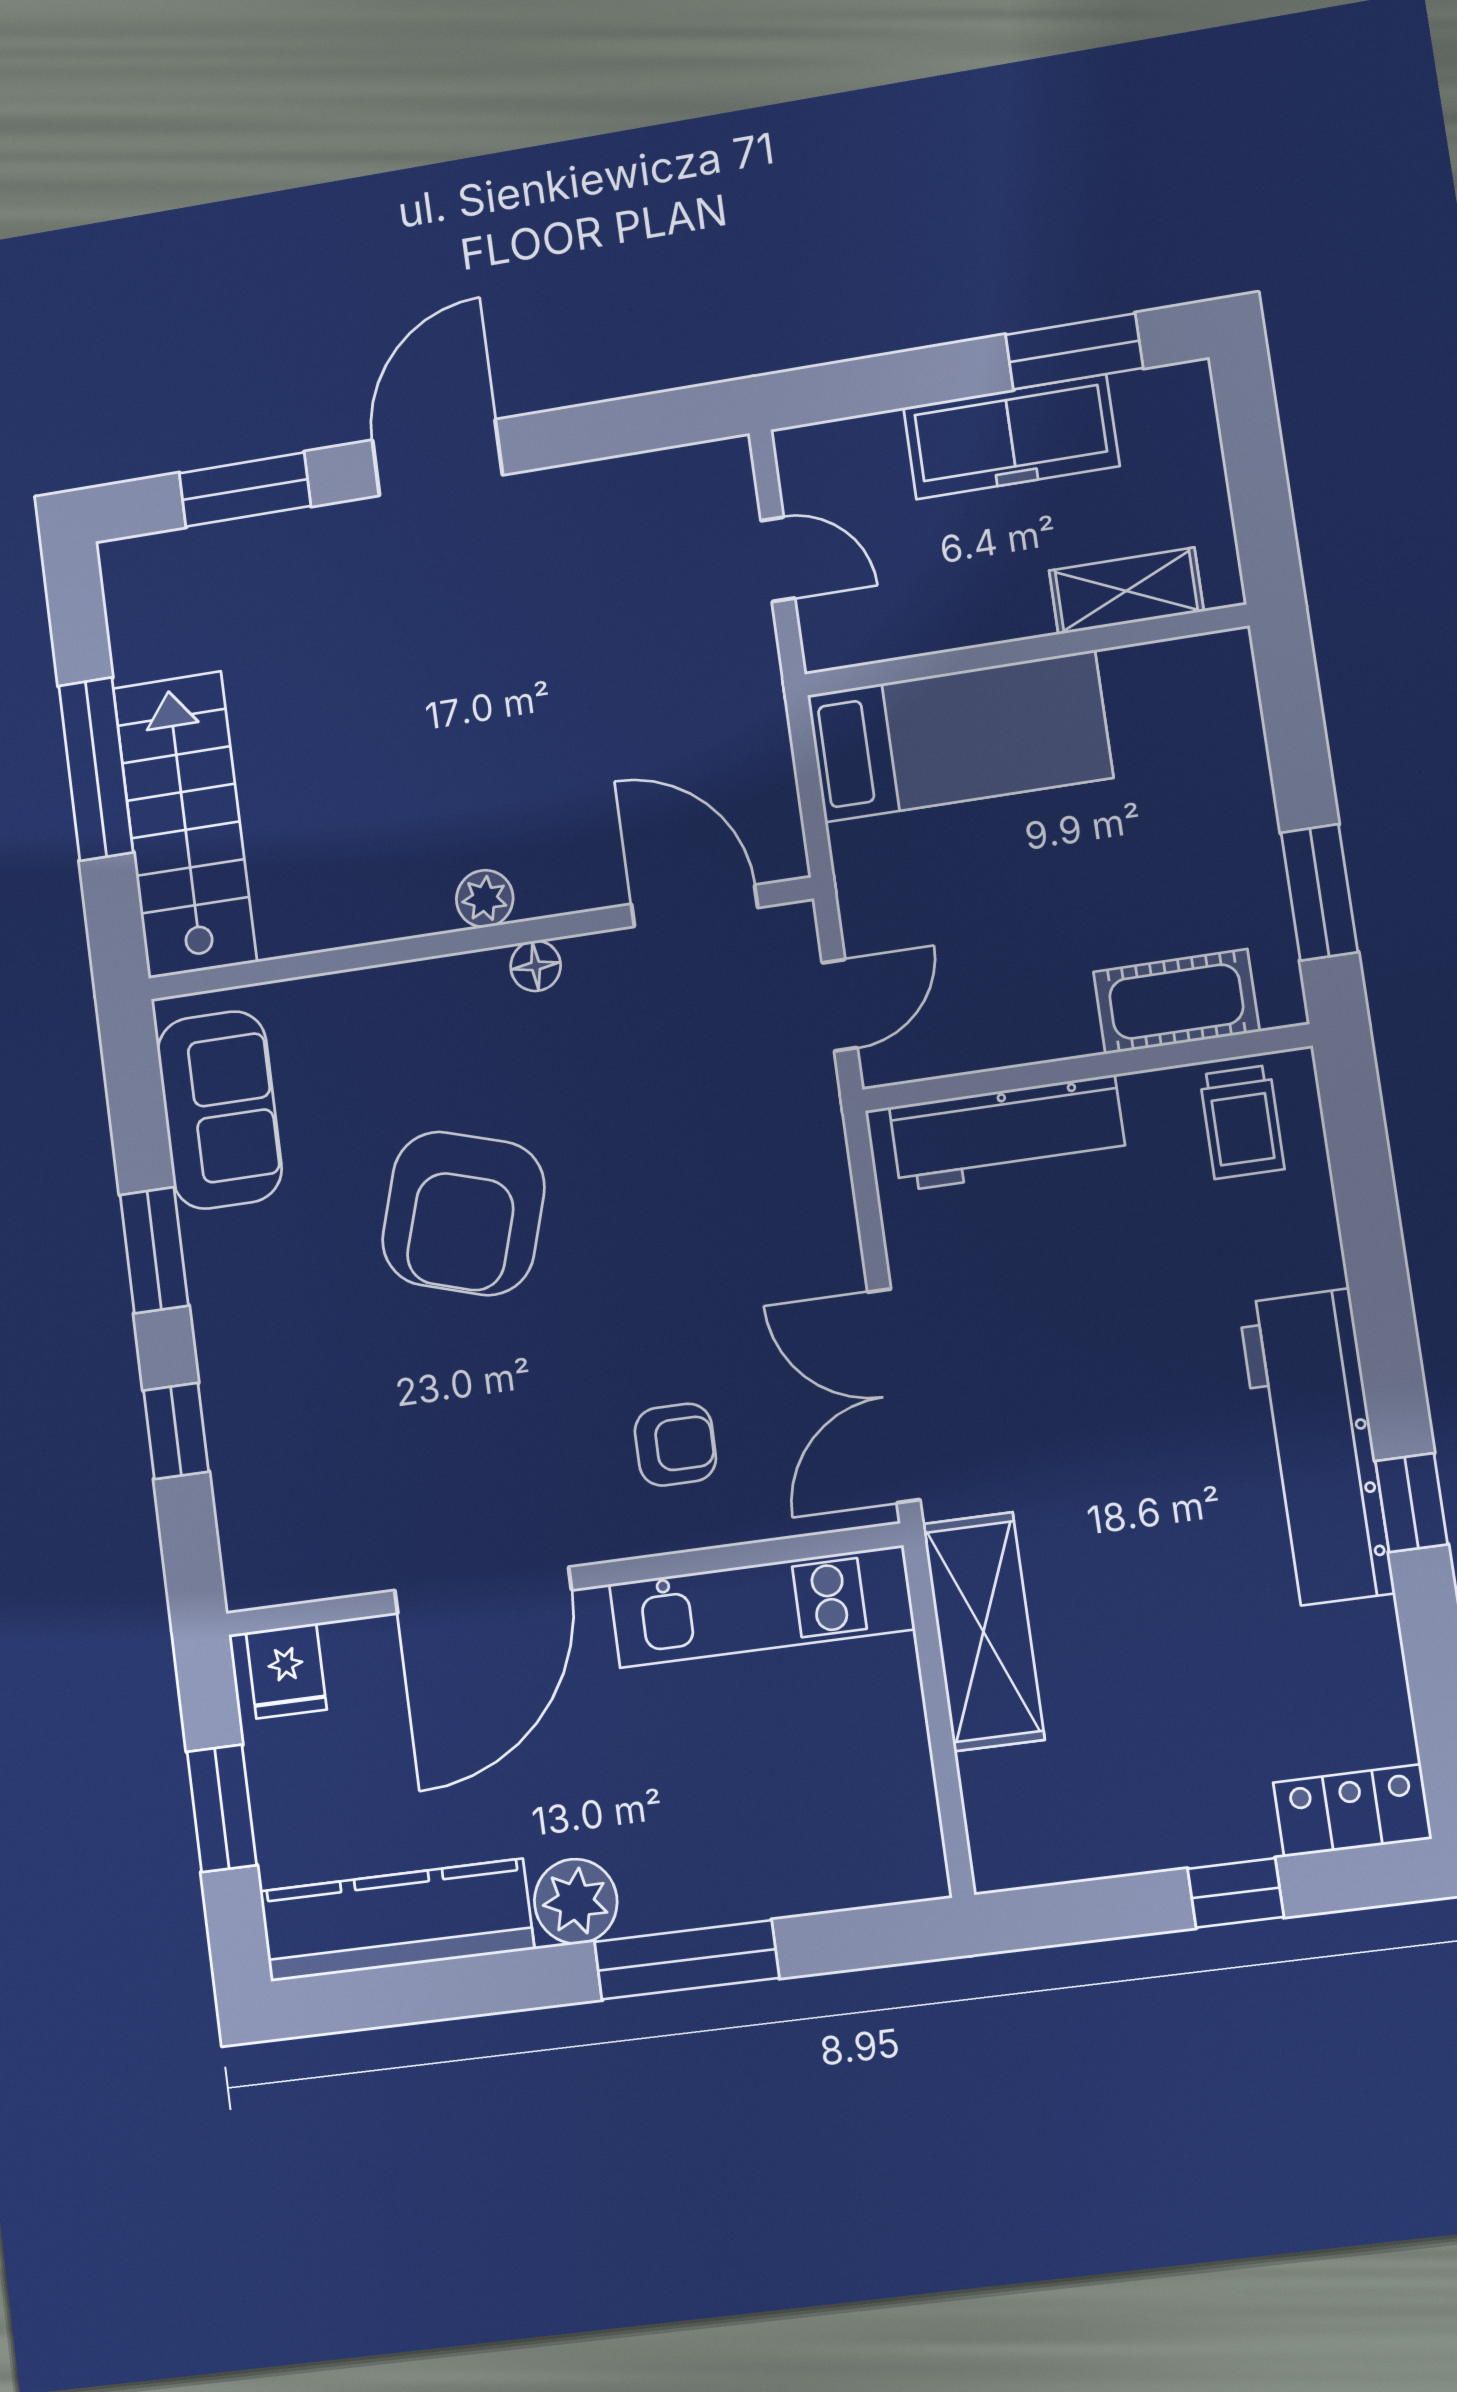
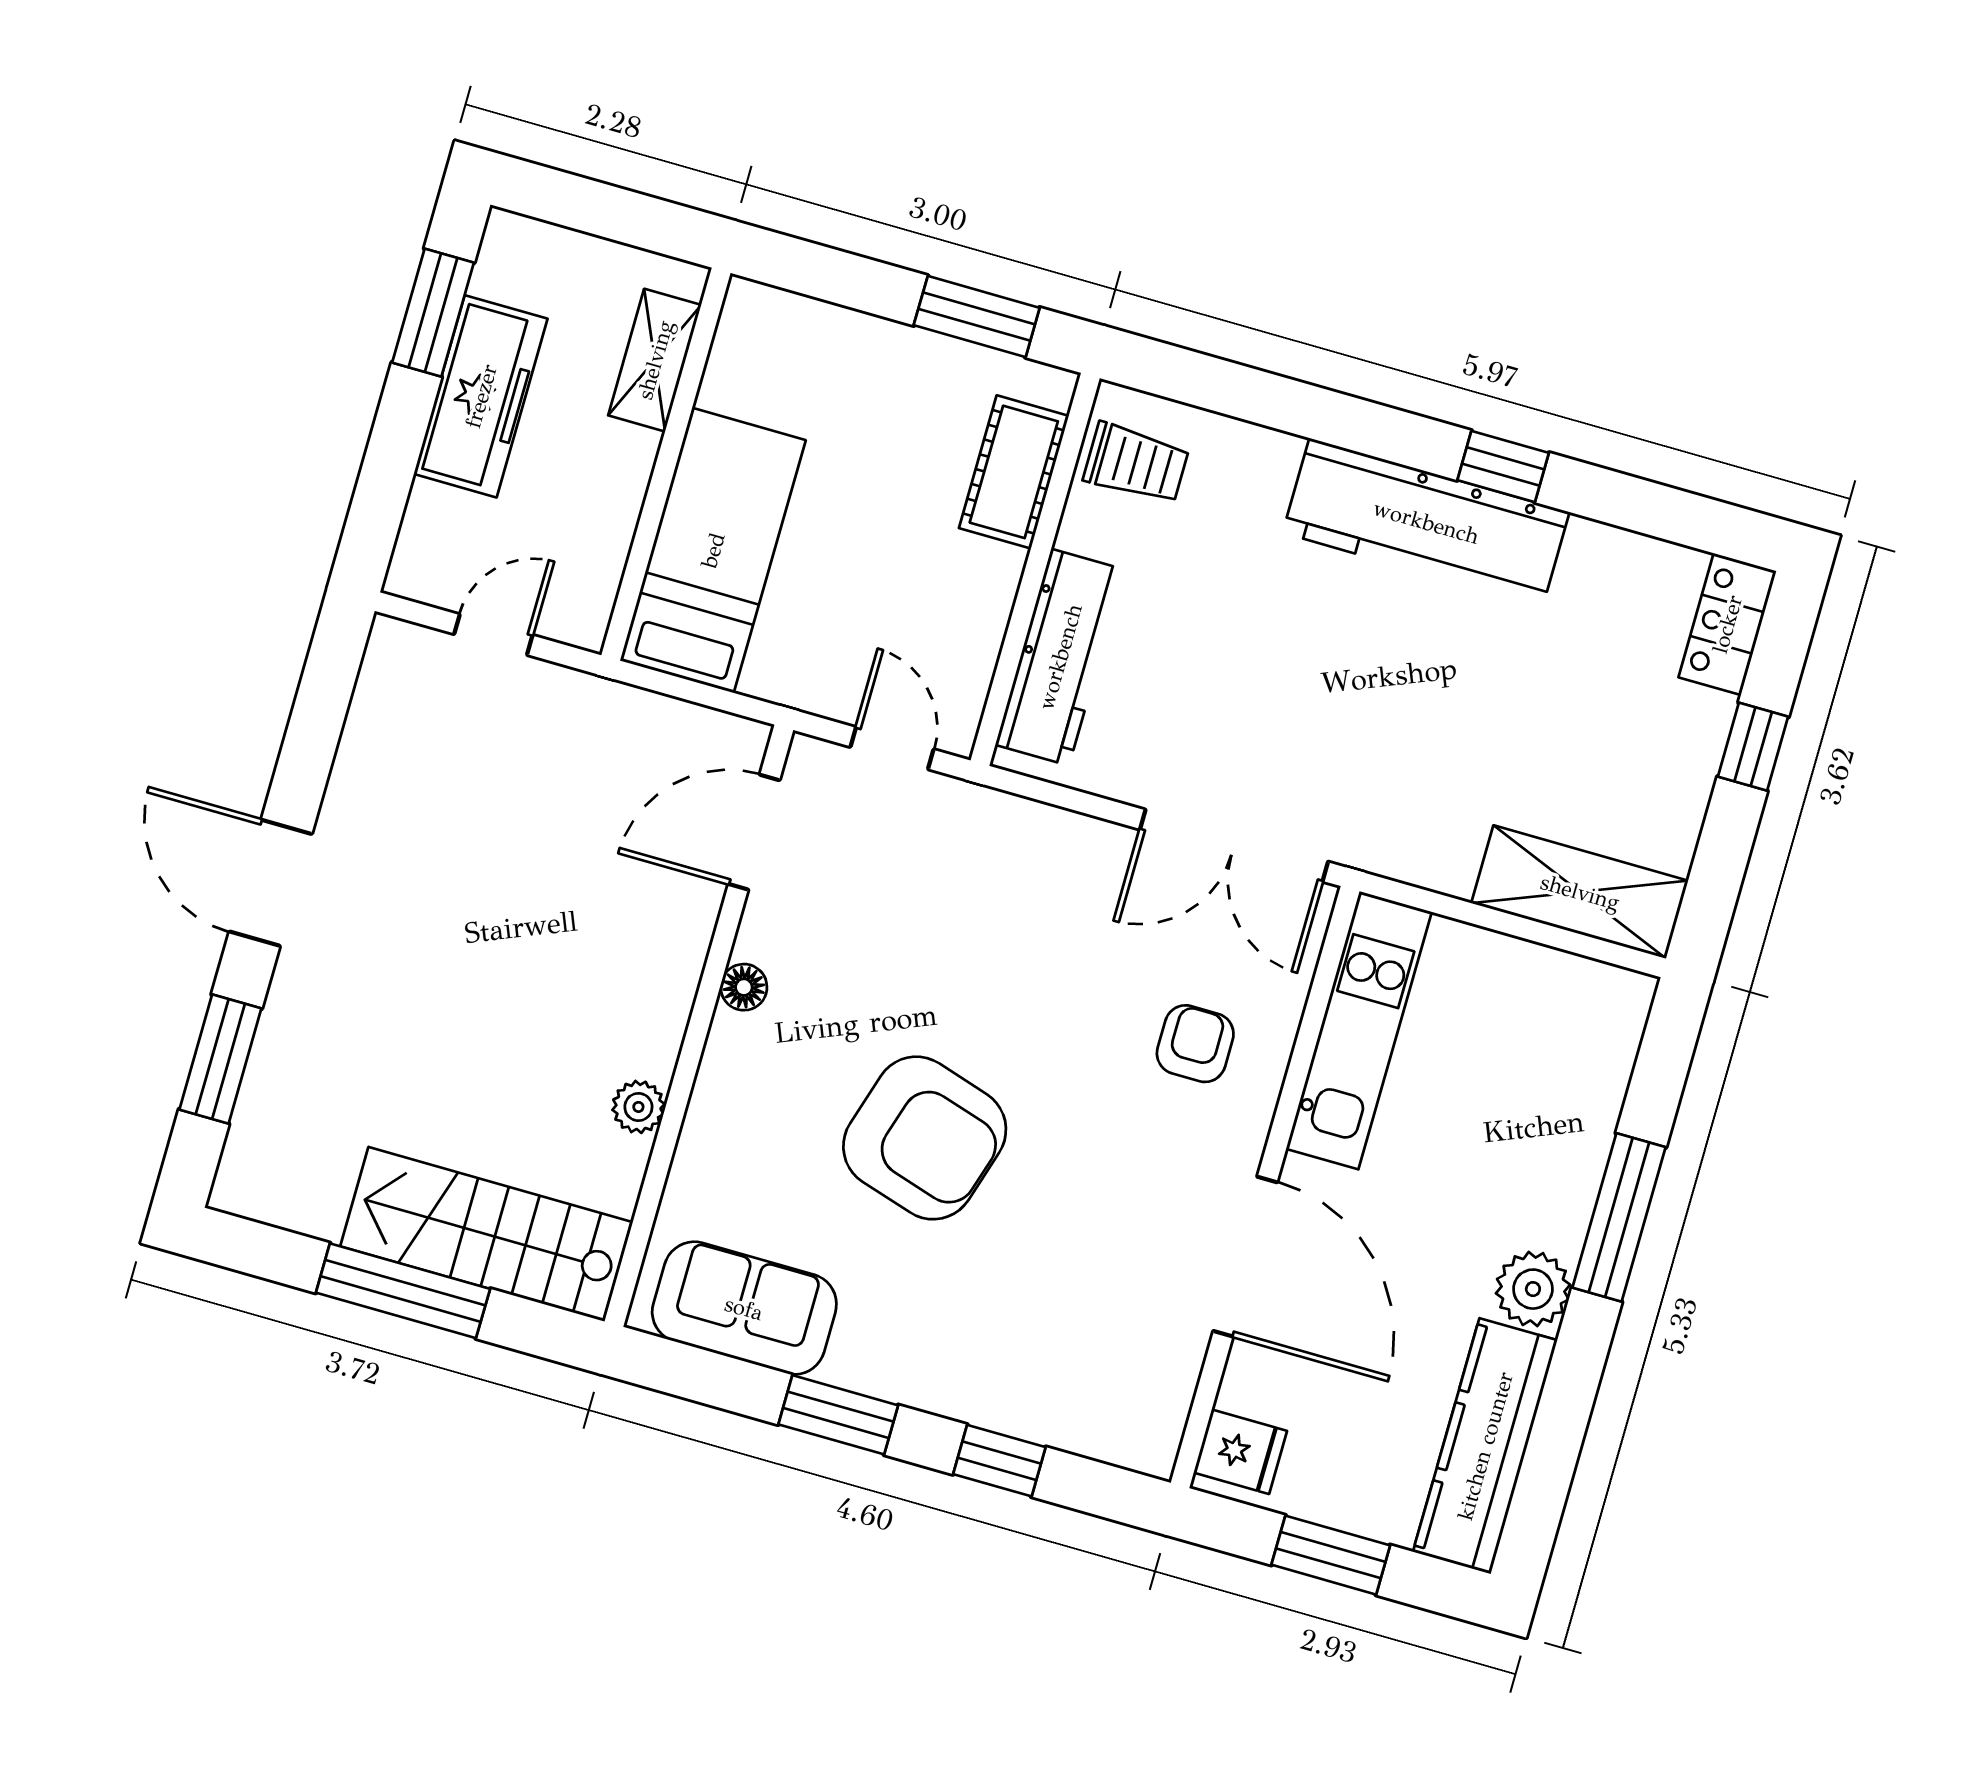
plant: (485, 899) -> (638, 1107), moved
shelving: (983, 1632) -> (1580, 892), moved

